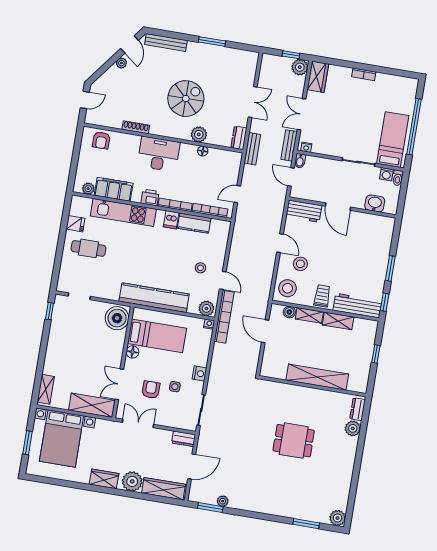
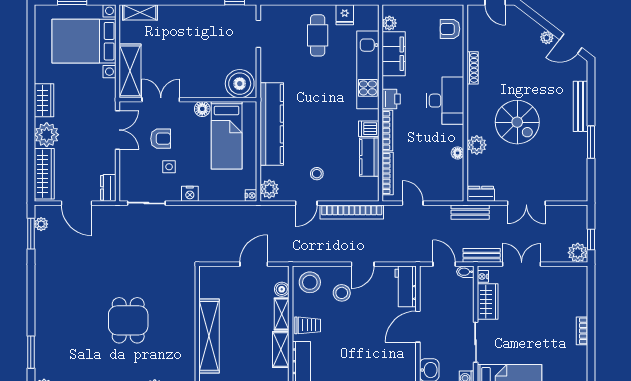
bench: (166, 42) -> (581, 106), moved
wardrobe: (318, 77) -> (488, 302), moved, turned -90
door: (291, 177) -> (444, 264), hinge flipped
bookcase: (224, 317) -> (352, 212), moved
plant: (223, 501) -> (41, 224), moved

